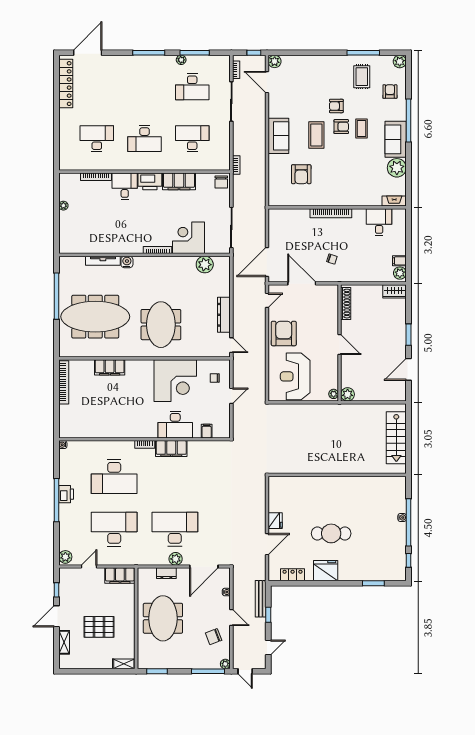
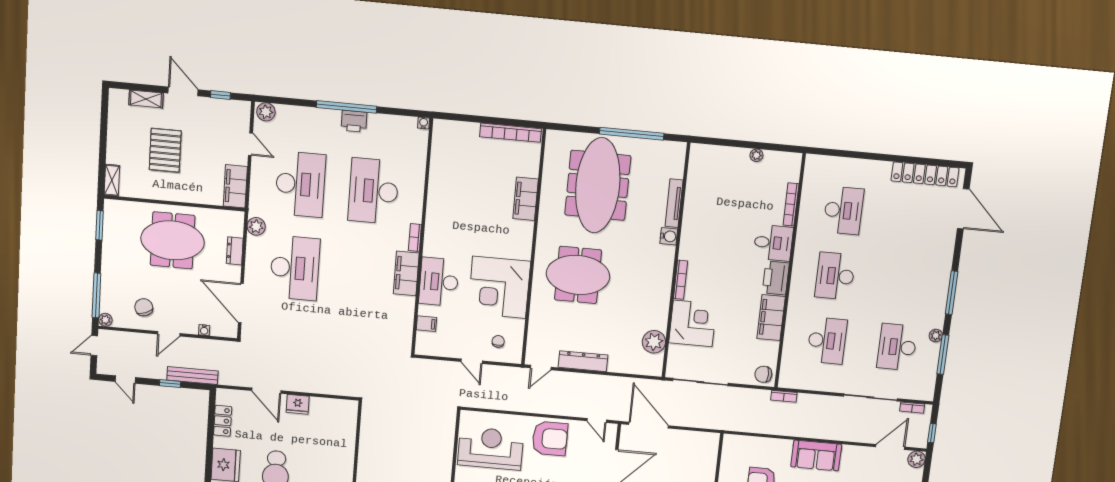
plant: (176, 559) -> (256, 226), moved

